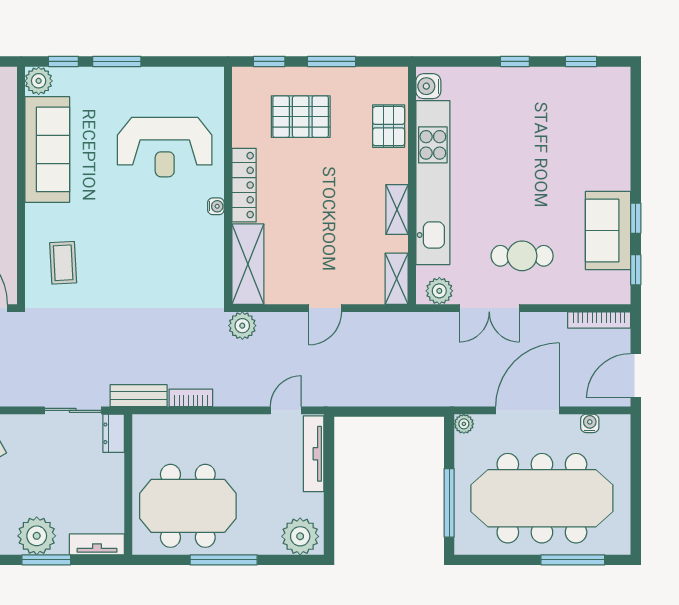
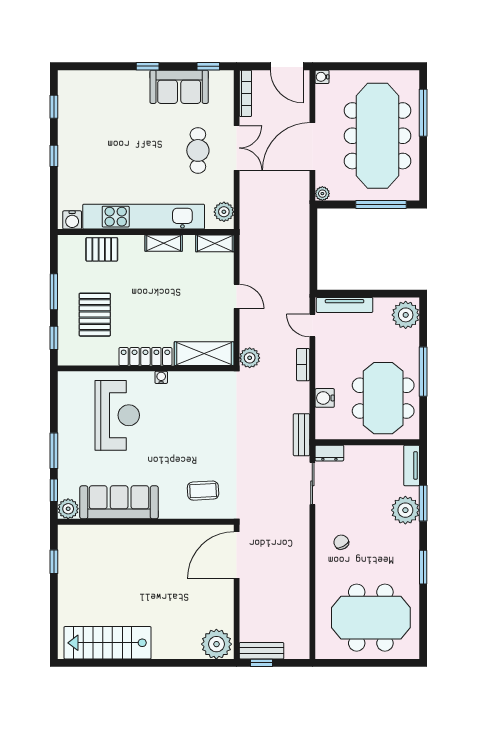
window: (636, 218) -> (148, 66), moved
double door: (489, 308) -> (237, 148), moved
bookcase: (191, 398) -> (303, 365), moved
door: (528, 410) -> (312, 146), hinge flipped
water cooler: (590, 423) -> (322, 77), moved
water cooler: (188, 427) -> (325, 398), added

